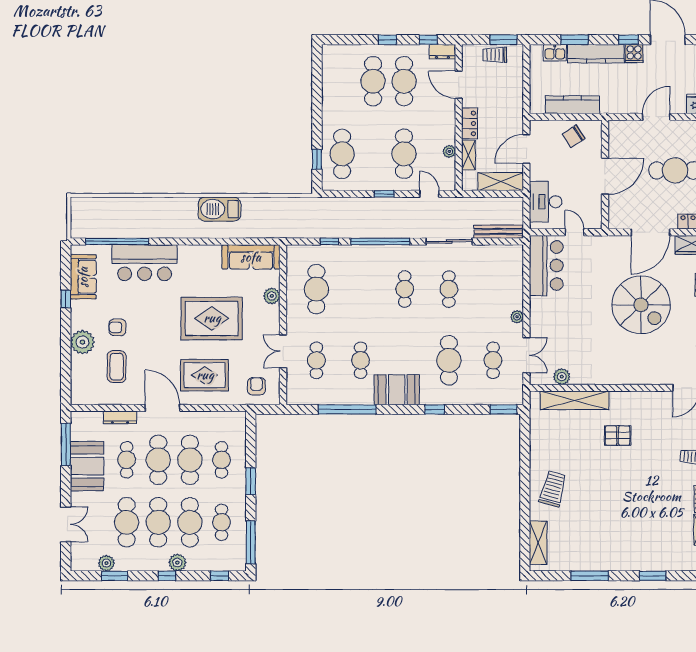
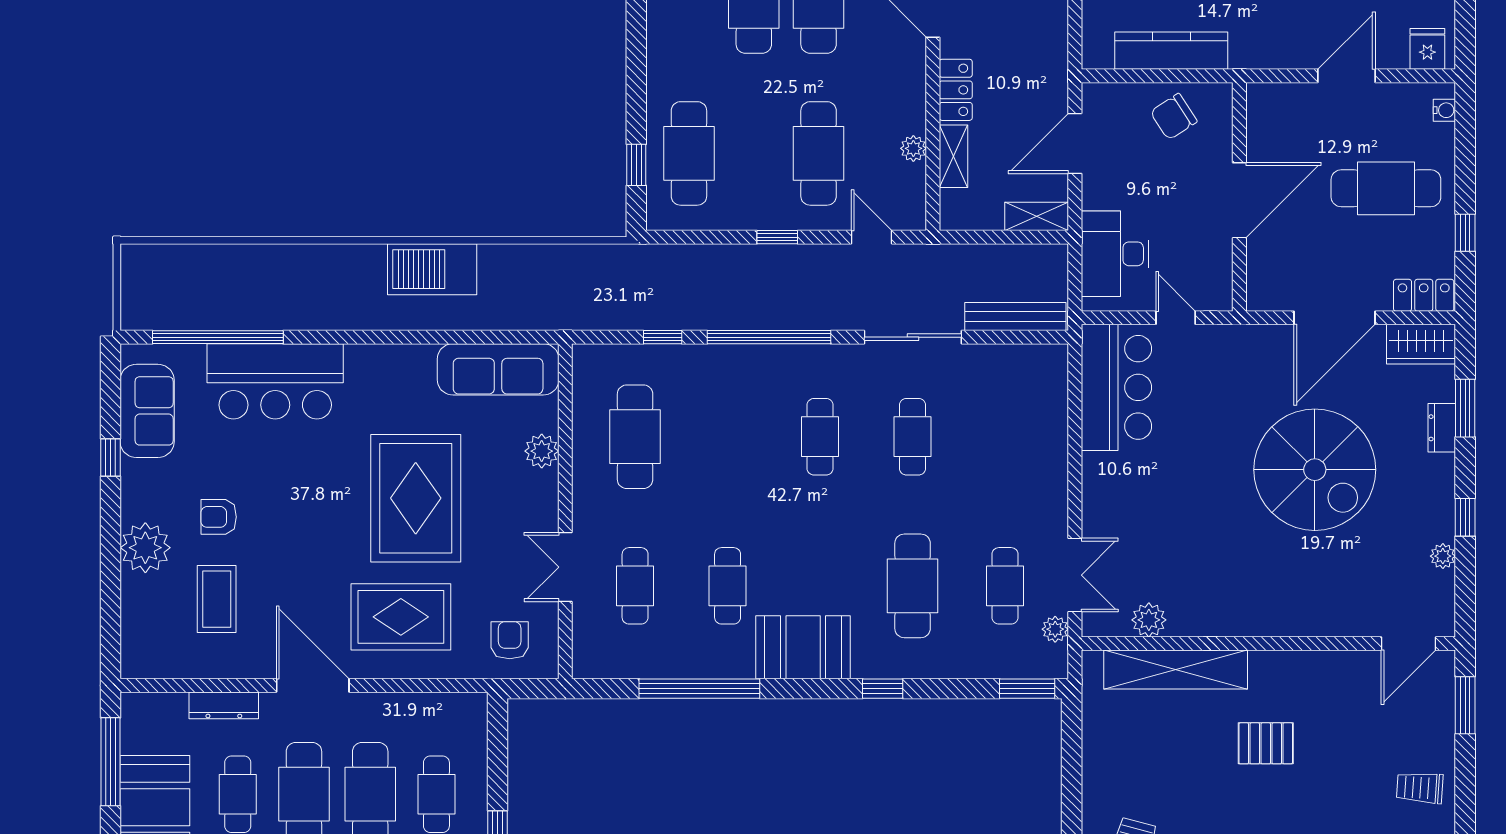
shelving: (501, 182) -> (1037, 216), width x0.67, depth x0.75
plant: (517, 317) -> (1055, 629), moved
rug: (212, 318) -> (416, 498), turned 90

